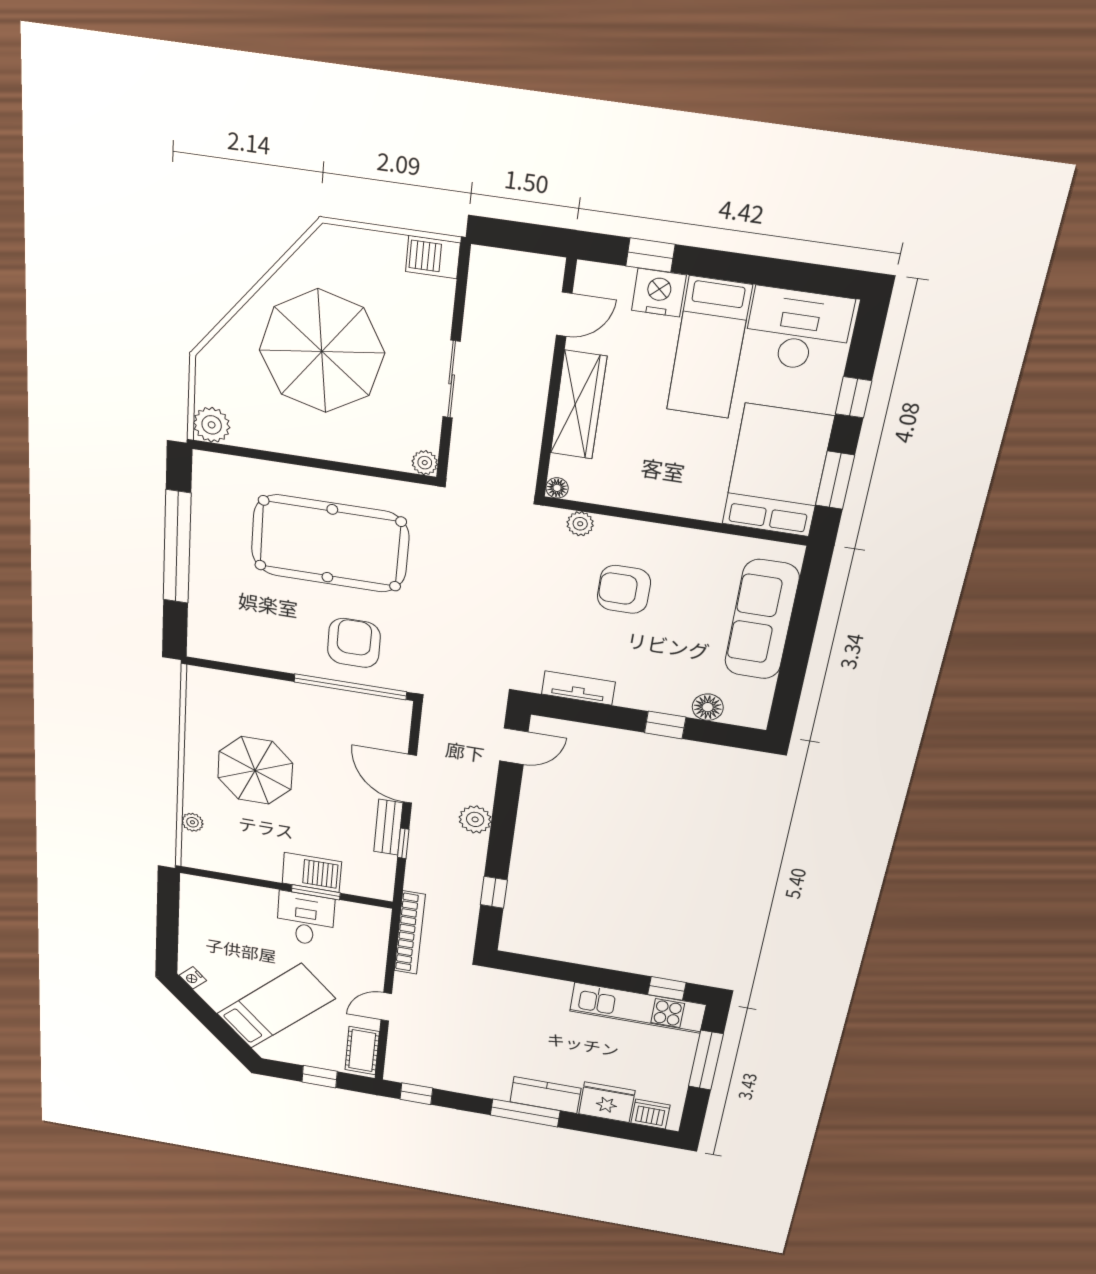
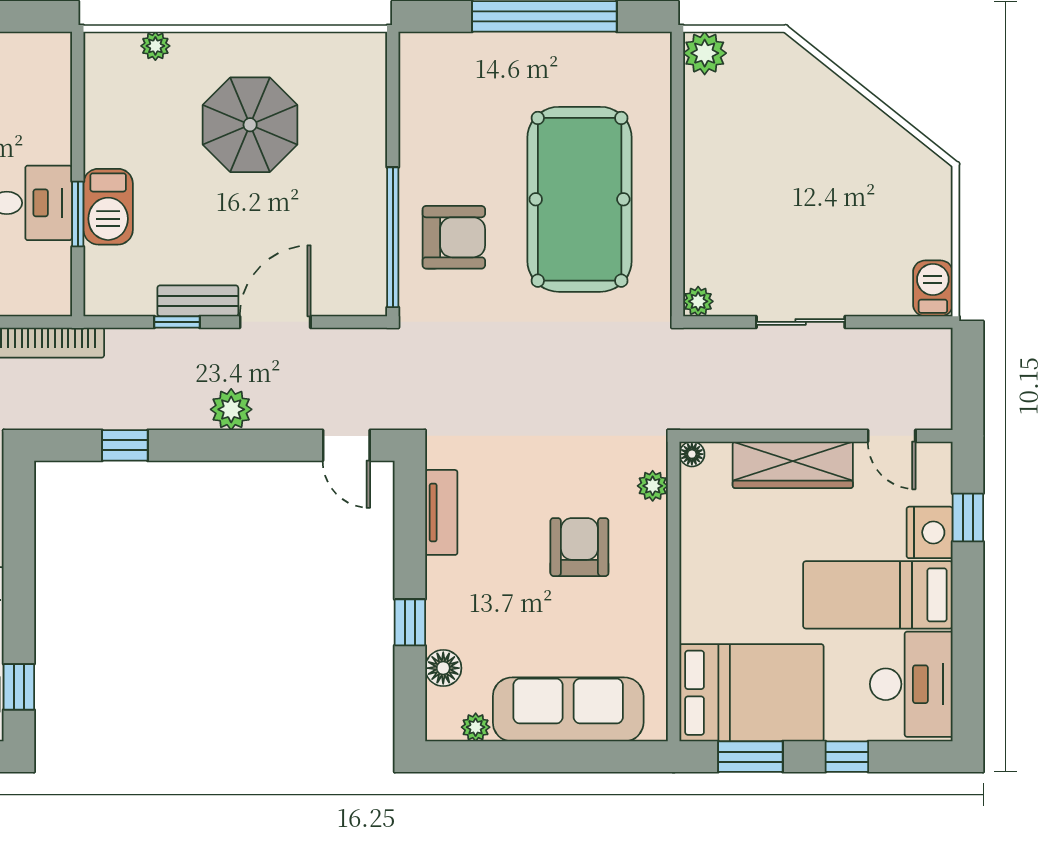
parasol: (322, 351) -> (811, 175), removed
plant: (762, 692) -> (476, 727), added

